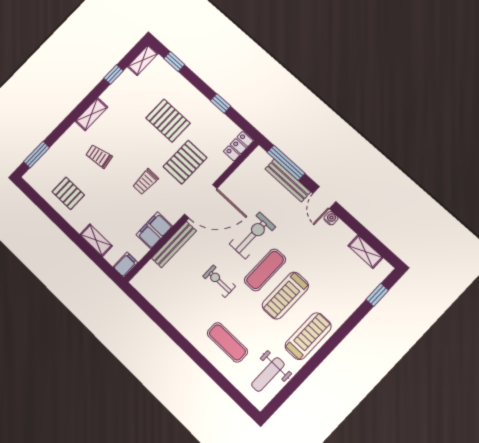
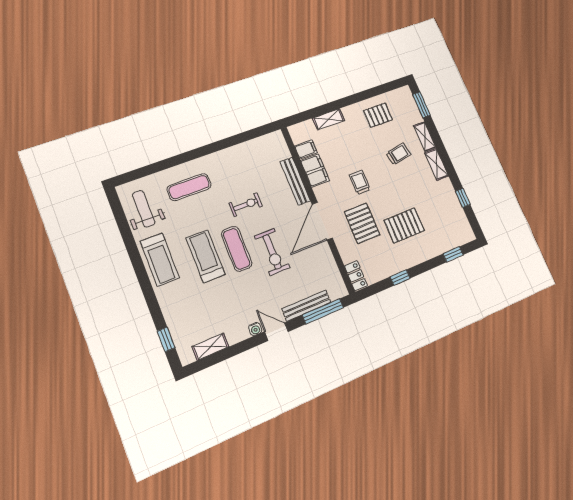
shelving: (143, 60) -> (425, 137), moved
filing cabinet: (125, 265) -> (306, 149), moved, turned -90

